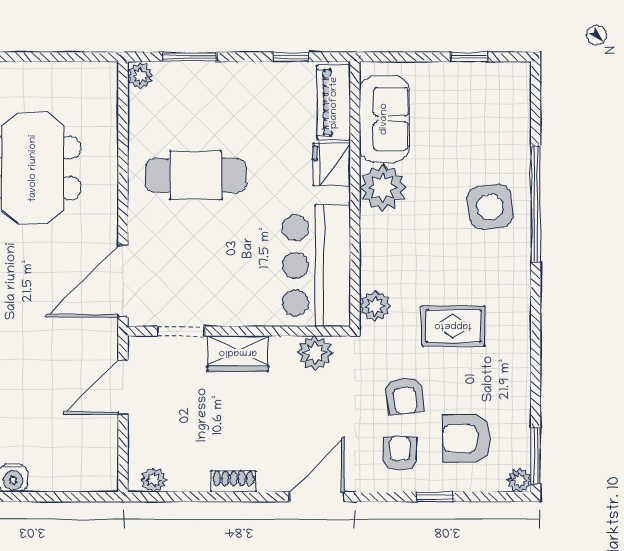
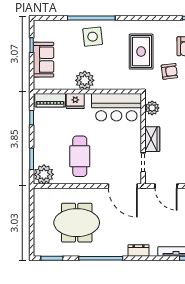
plant: (140, 76) -> (44, 174), width x1.88, depth x1.88
sofa: (384, 119) -> (44, 60), moved, turned 90
plant: (375, 306) -> (133, 83), removed
rug: (453, 326) -> (141, 52), width x1.36, depth x1.43

